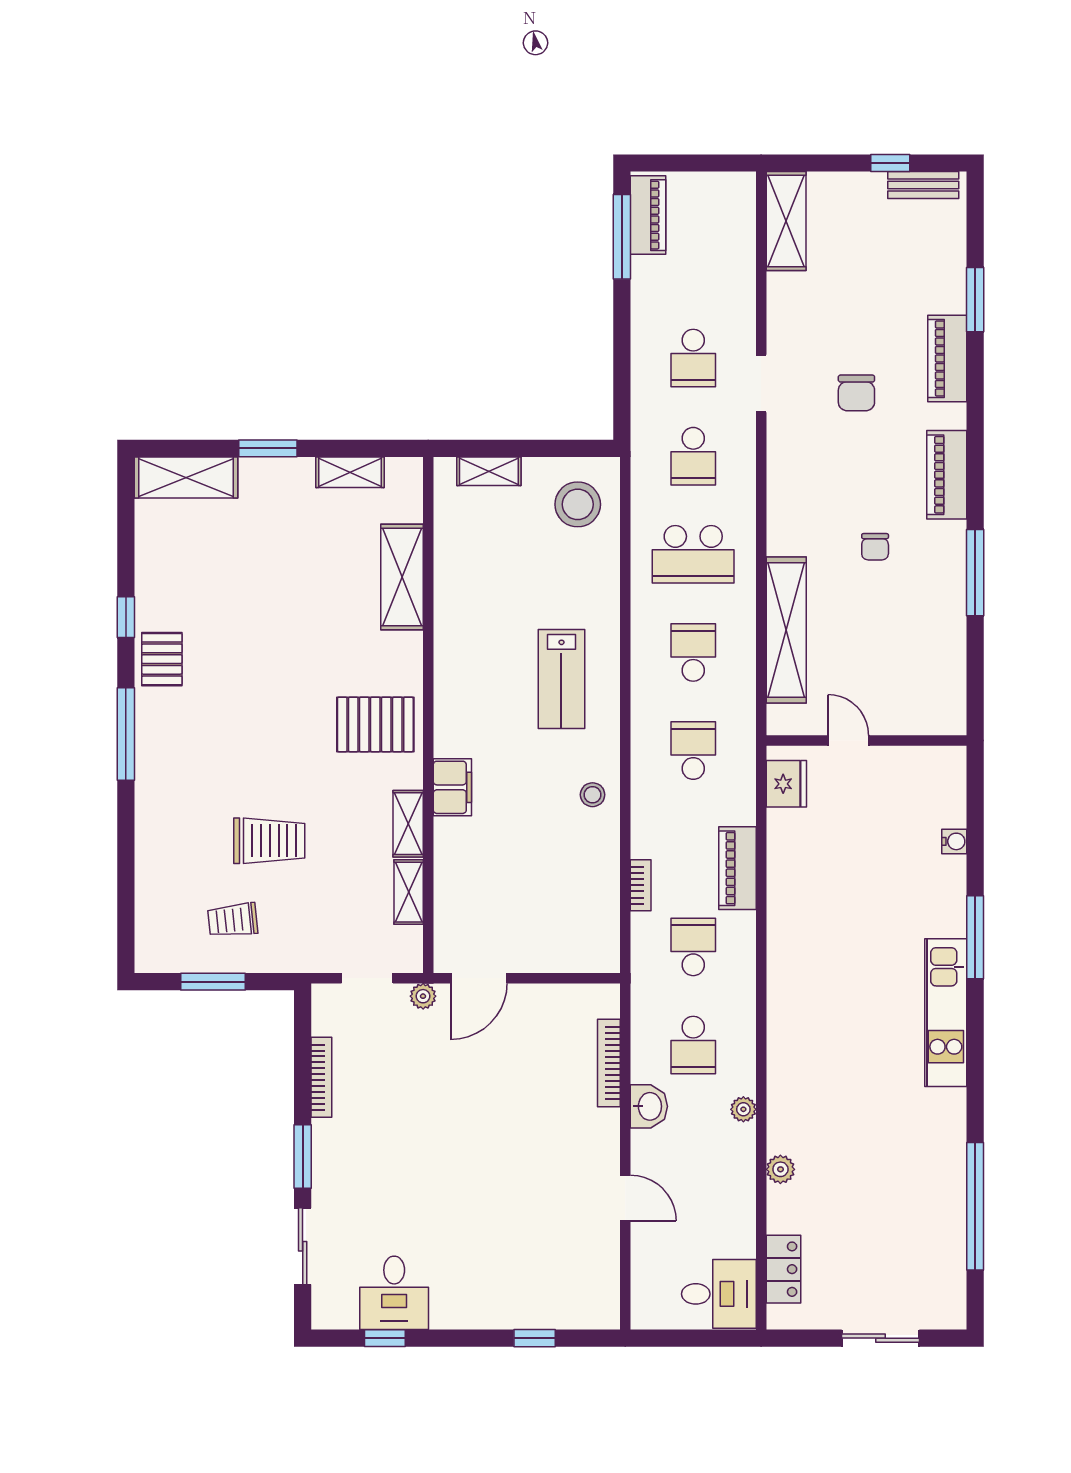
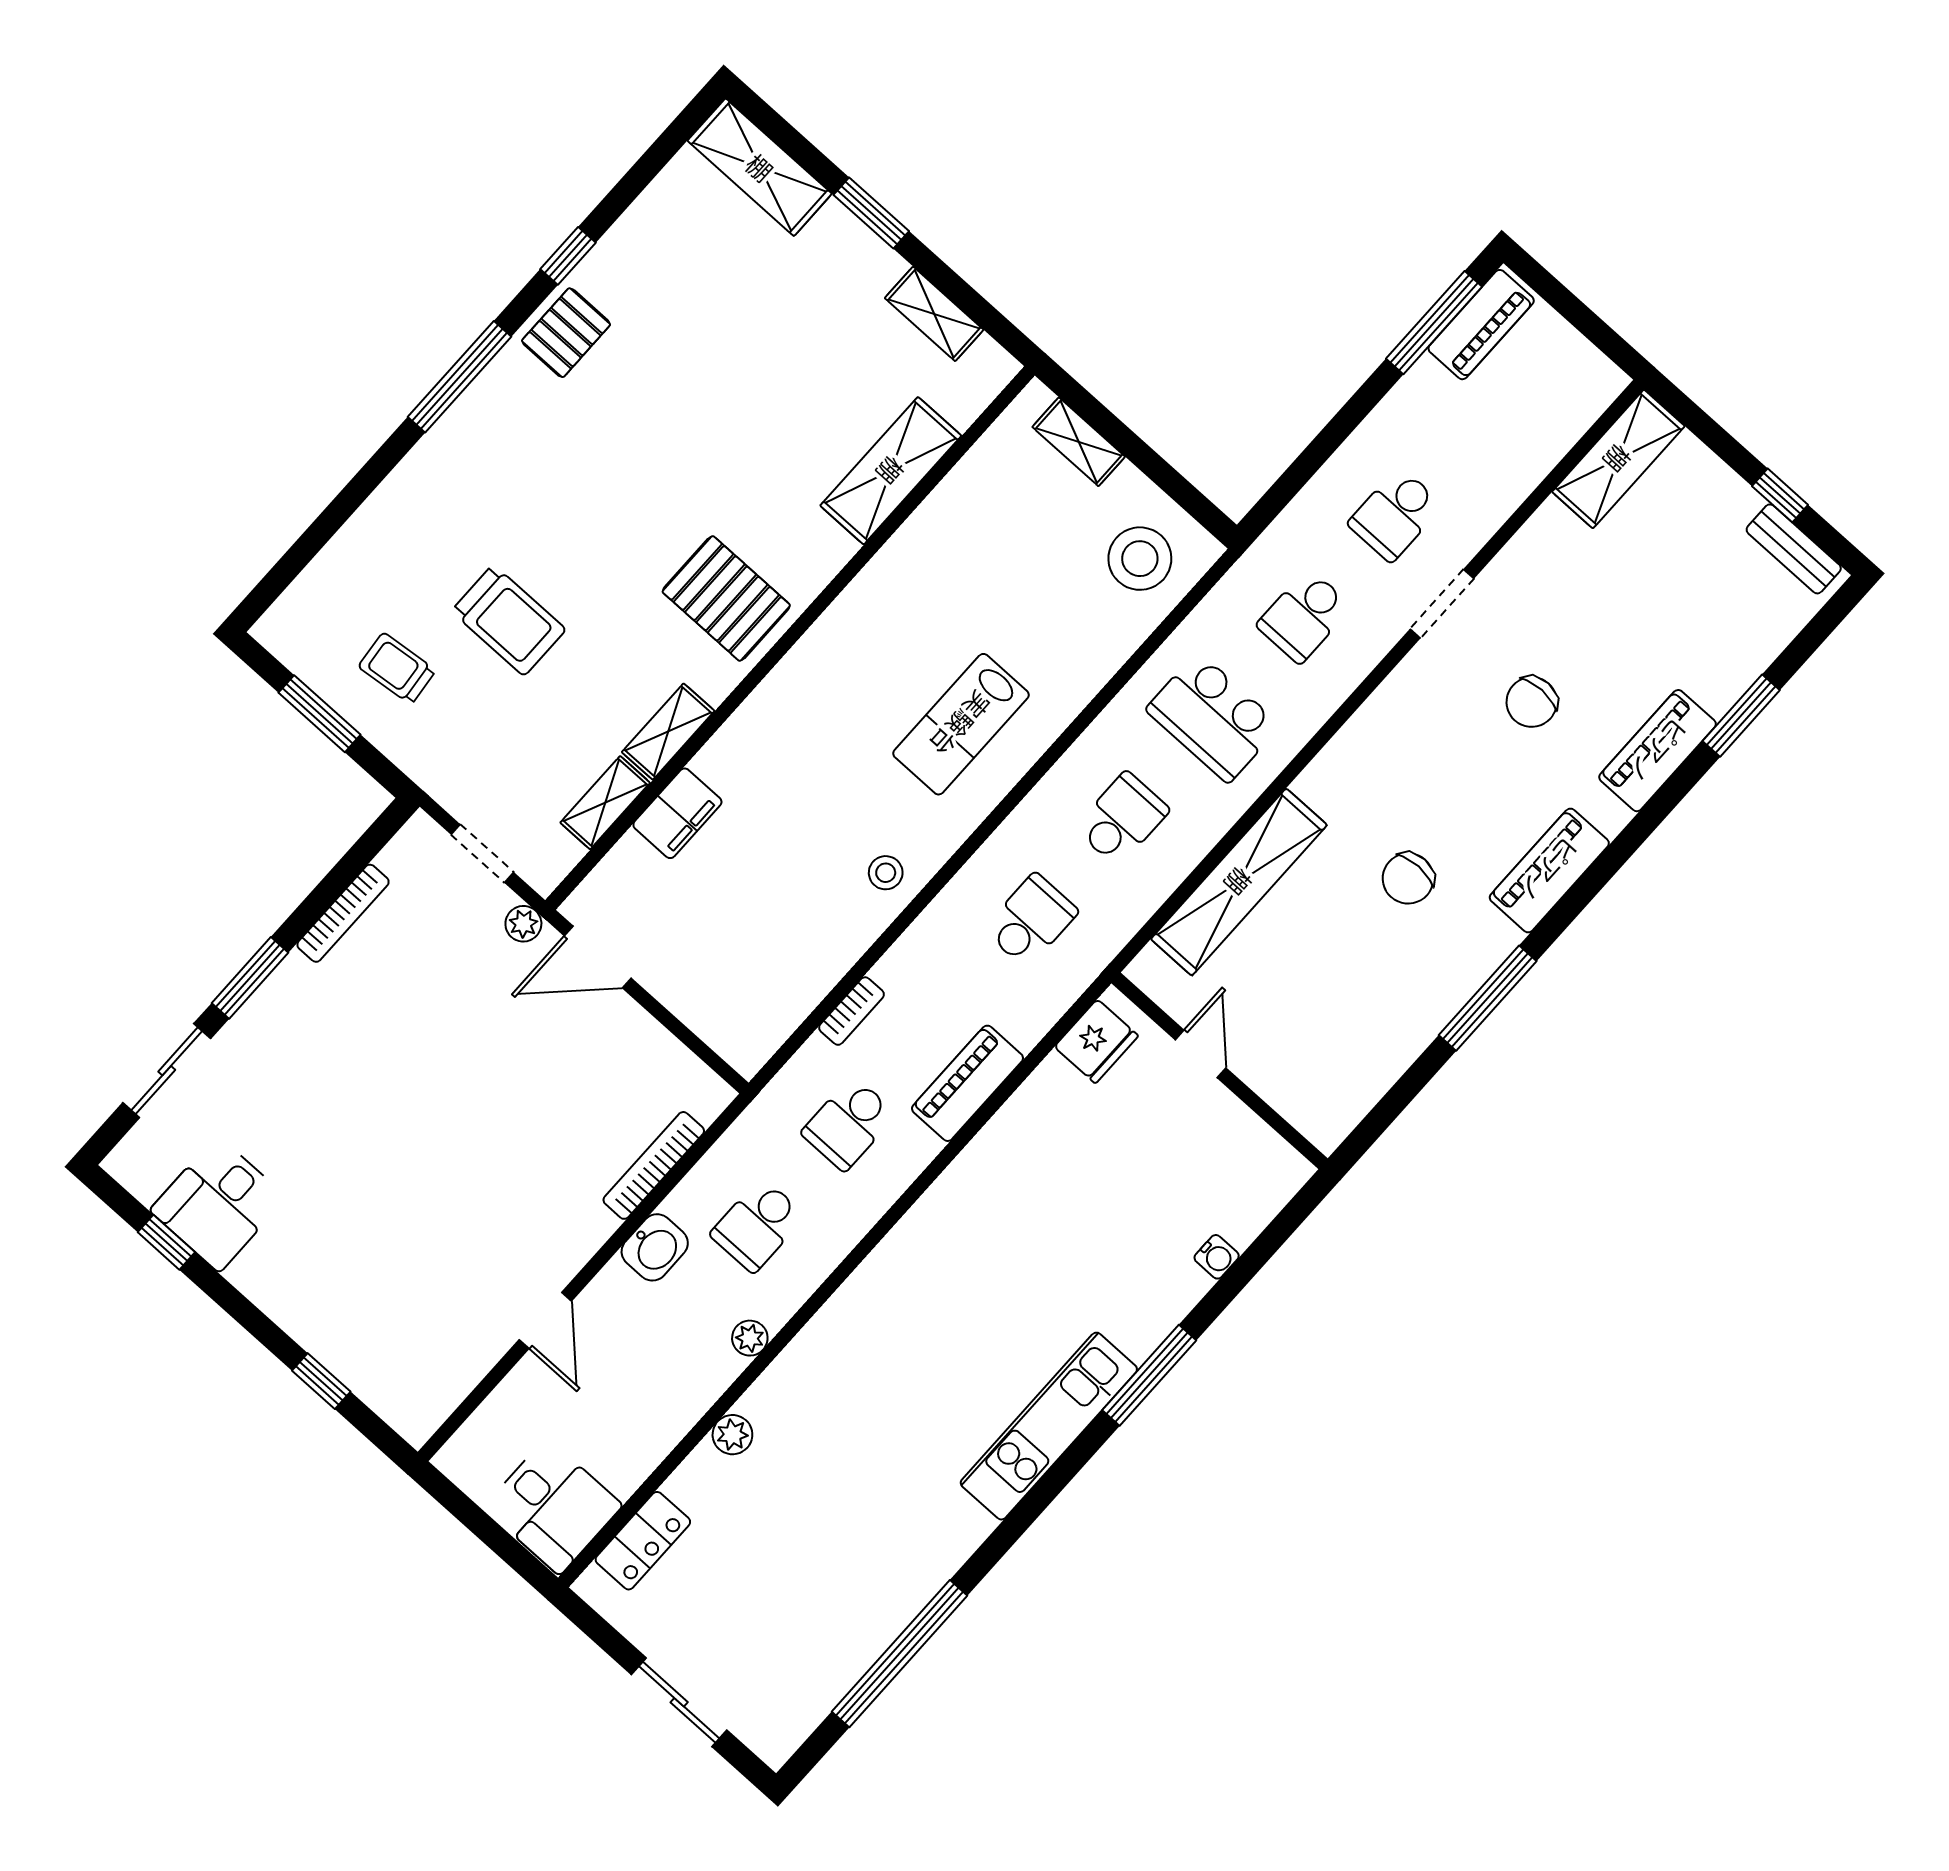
chair: (875, 547) -> (1408, 878), width x1.37, depth x1.37
filing cabinet: (452, 787) -> (677, 813), moved
school desk: (693, 947) -> (849, 1124), turned 180

